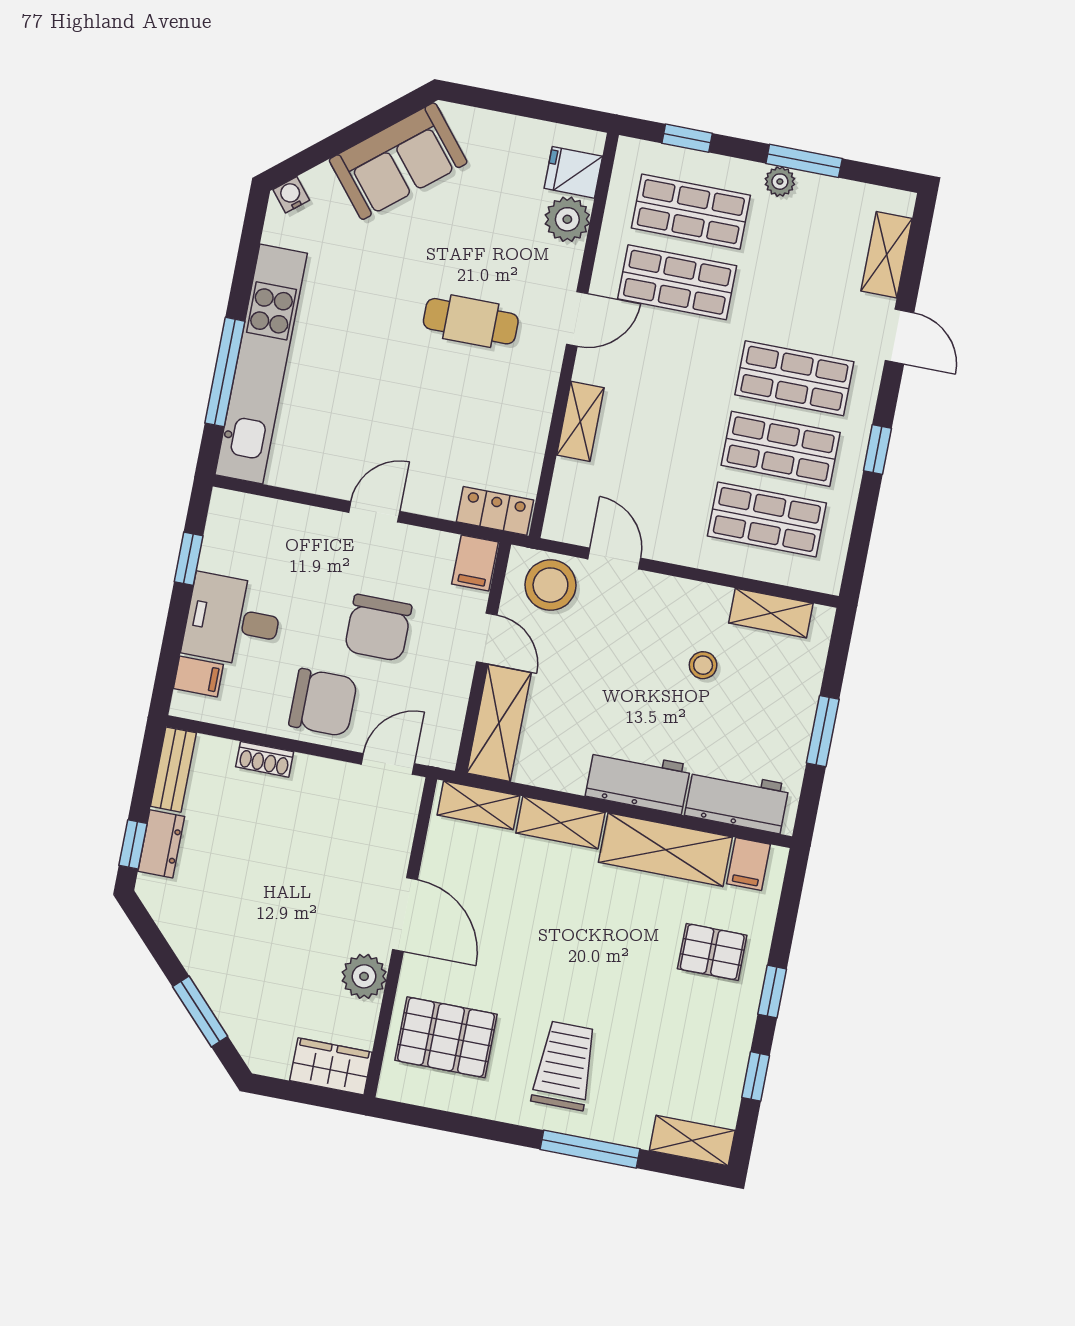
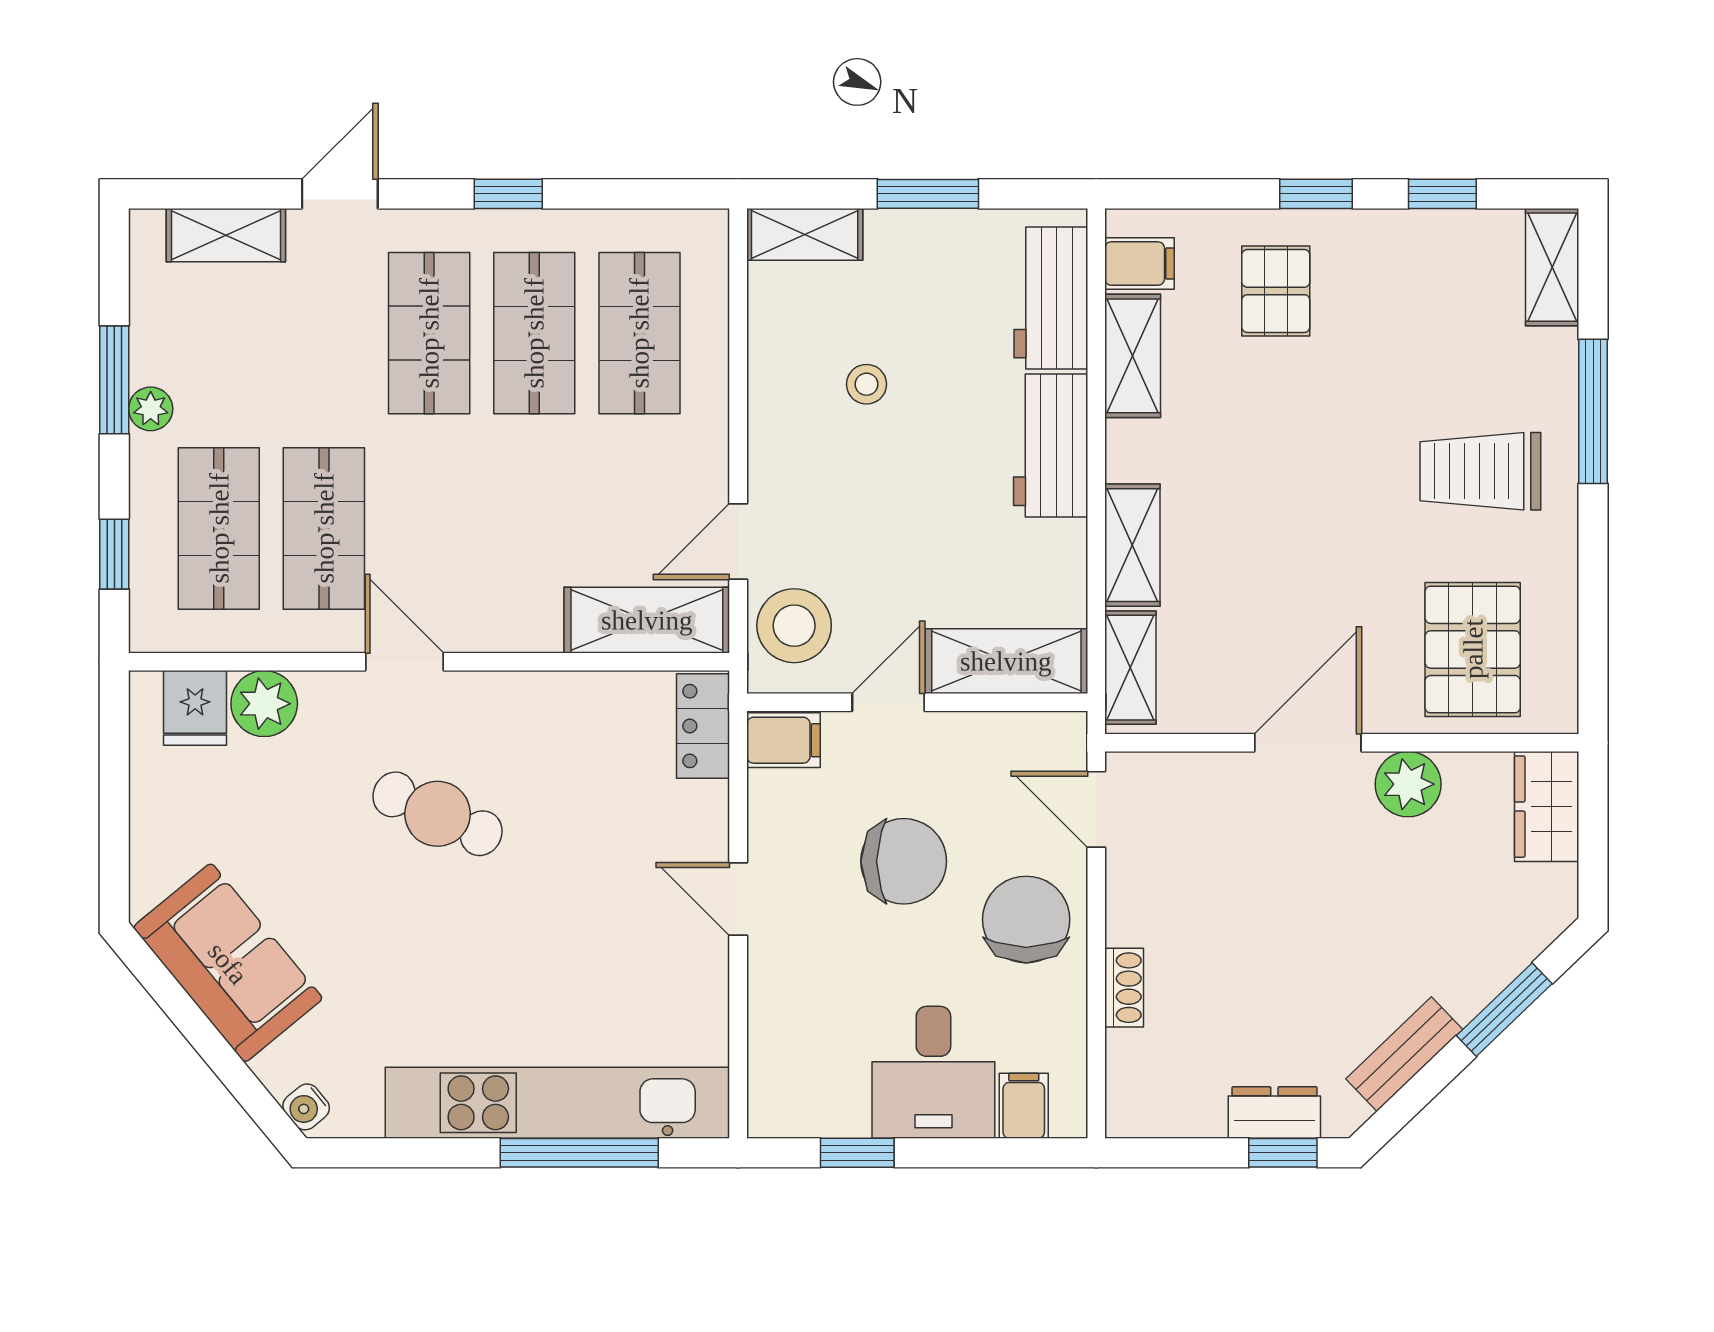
cafe table: (471, 321) -> (438, 814), turned -66
shelving: (580, 421) -> (647, 620), moved, width x1.50, depth x1.33
shelving: (771, 613) -> (805, 234), moved, turned 90
bench: (173, 770) -> (1404, 1054), moved, turned -44
shelving: (665, 850) -> (1133, 356), width x0.67, depth x0.75

